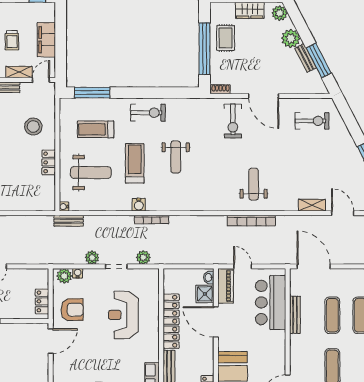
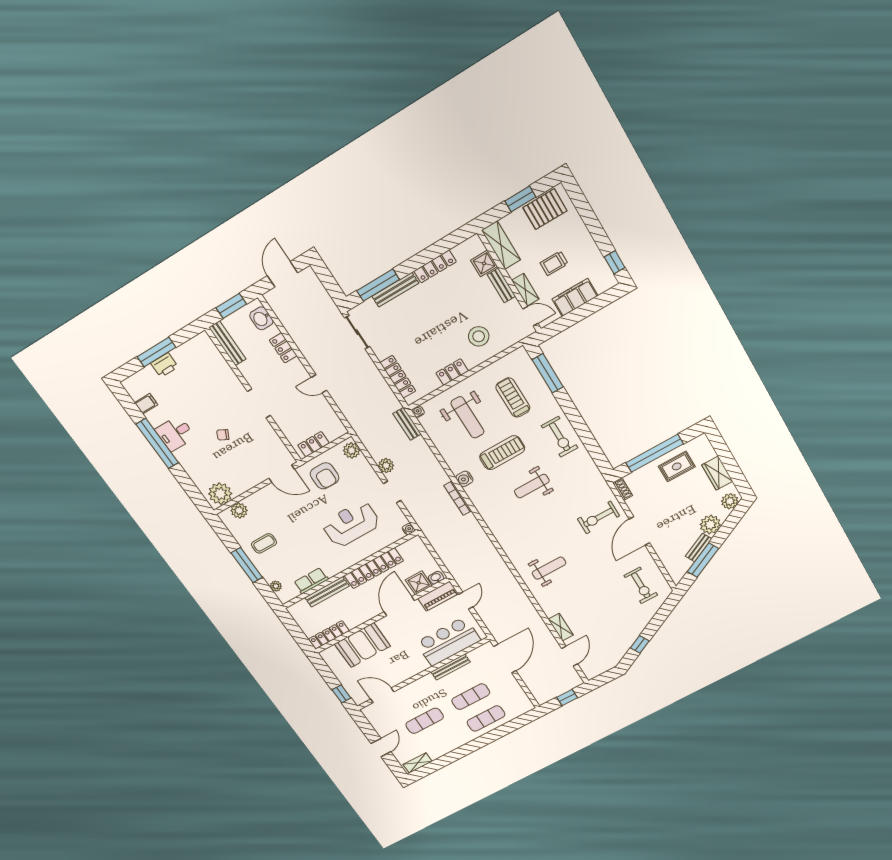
locker: (28, 205) -> (398, 377), added
bookcase: (251, 221) -> (513, 585), removed
plant: (143, 257) -> (417, 511), removed
water cooler: (78, 273) -> (408, 529), moved

